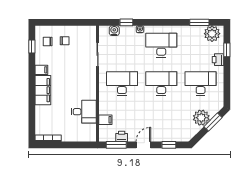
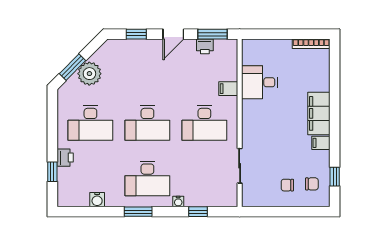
window: (199, 22) -> (138, 212), moved
water cooler: (114, 31) -> (97, 200), moved
plant: (212, 34) -> (74, 195), removed
filing cabinet: (105, 120) -> (228, 89), moved

